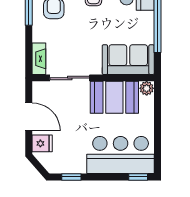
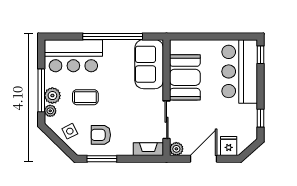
plant: (147, 88) -> (176, 149), moved

